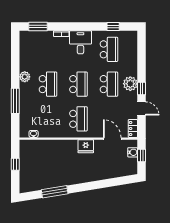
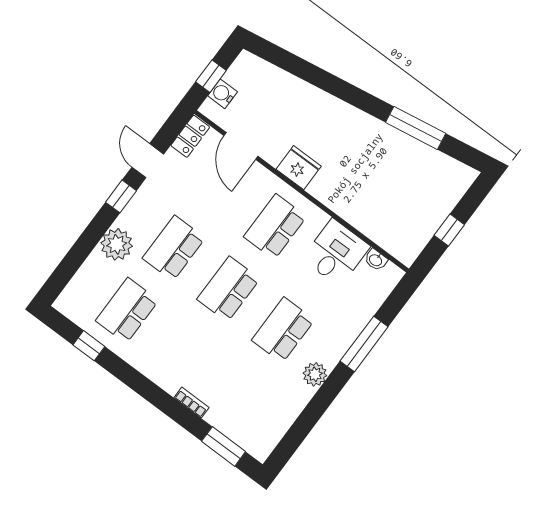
desk: (80, 42) -> (336, 253), moved, turned 180
plant: (130, 84) -> (117, 244), moved

